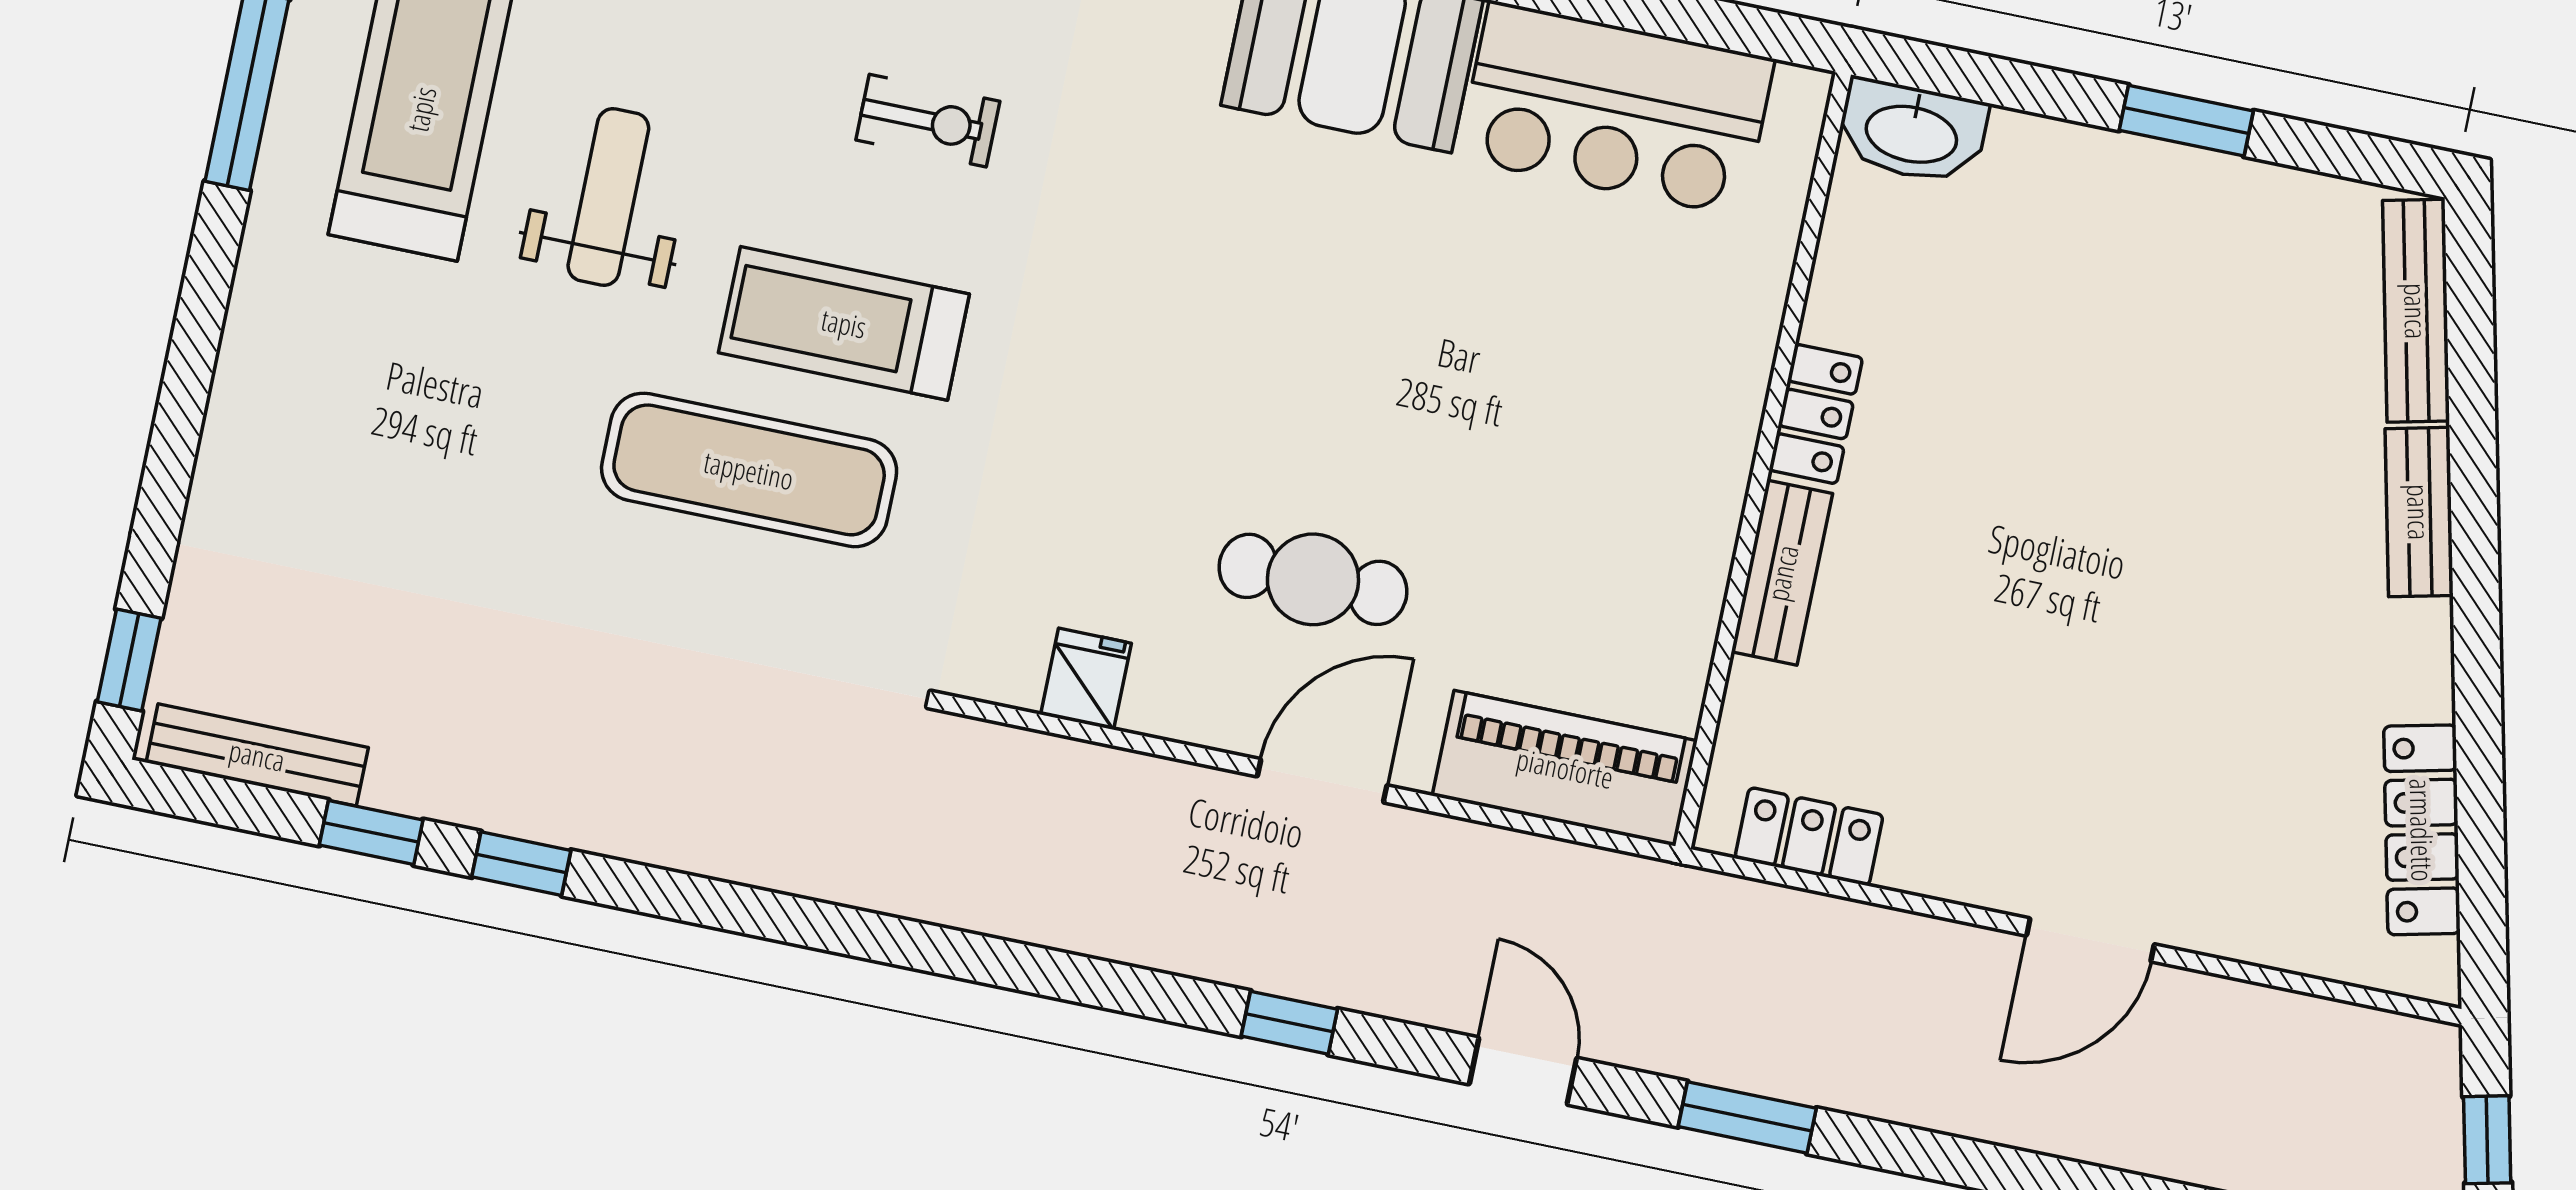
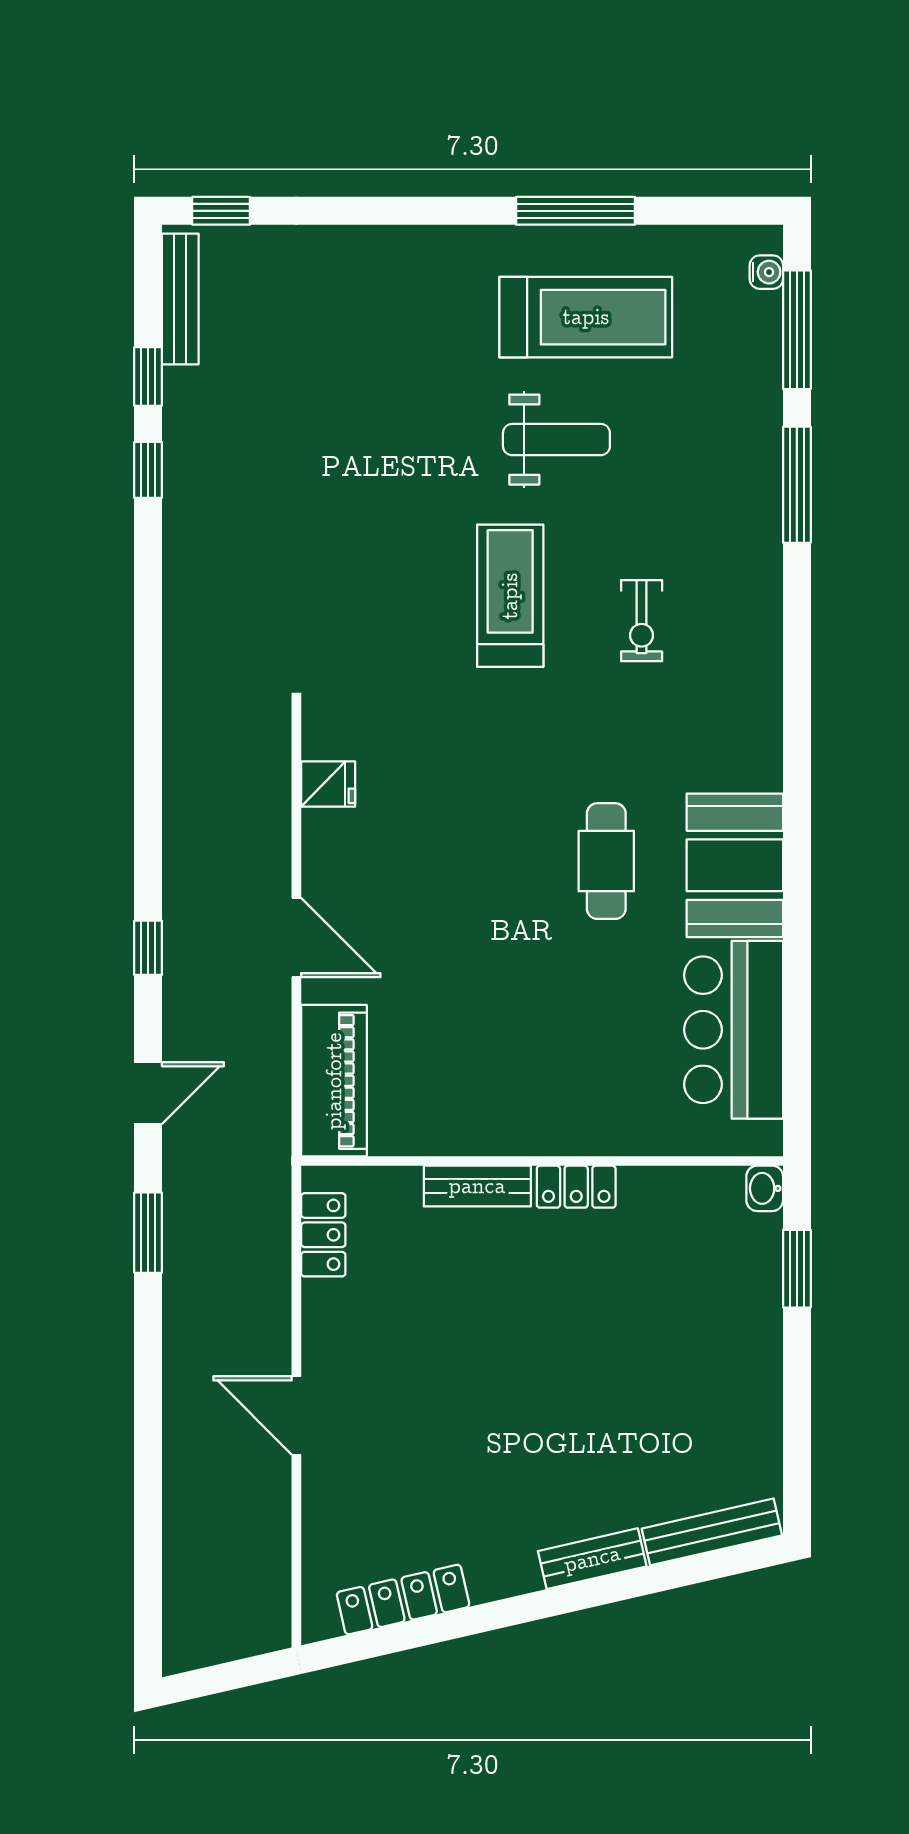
window: (2186, 121) -> (797, 1269), moved
washbasin: (1912, 132) -> (765, 1188), width x0.52, depth x0.69
exercise mat: (749, 470) -> (411, 557), removed
cafe table: (1313, 579) -> (606, 861), moved
window: (2487, 1140) -> (226, 1677), removed

